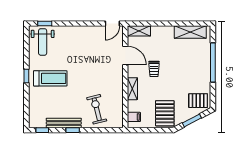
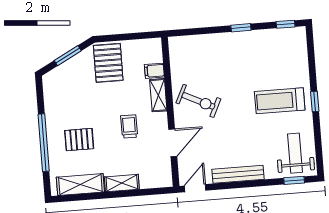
shelving: (139, 31) -> (122, 183), moved
door: (125, 56) -> (173, 143), swing flipped
pallet: (198, 101) -> (79, 140), moved
exercise bike: (97, 109) -> (198, 101), moved, turned -50
filing cabinet: (134, 117) -> (154, 71), moved
bench: (64, 123) -> (238, 174), moved

